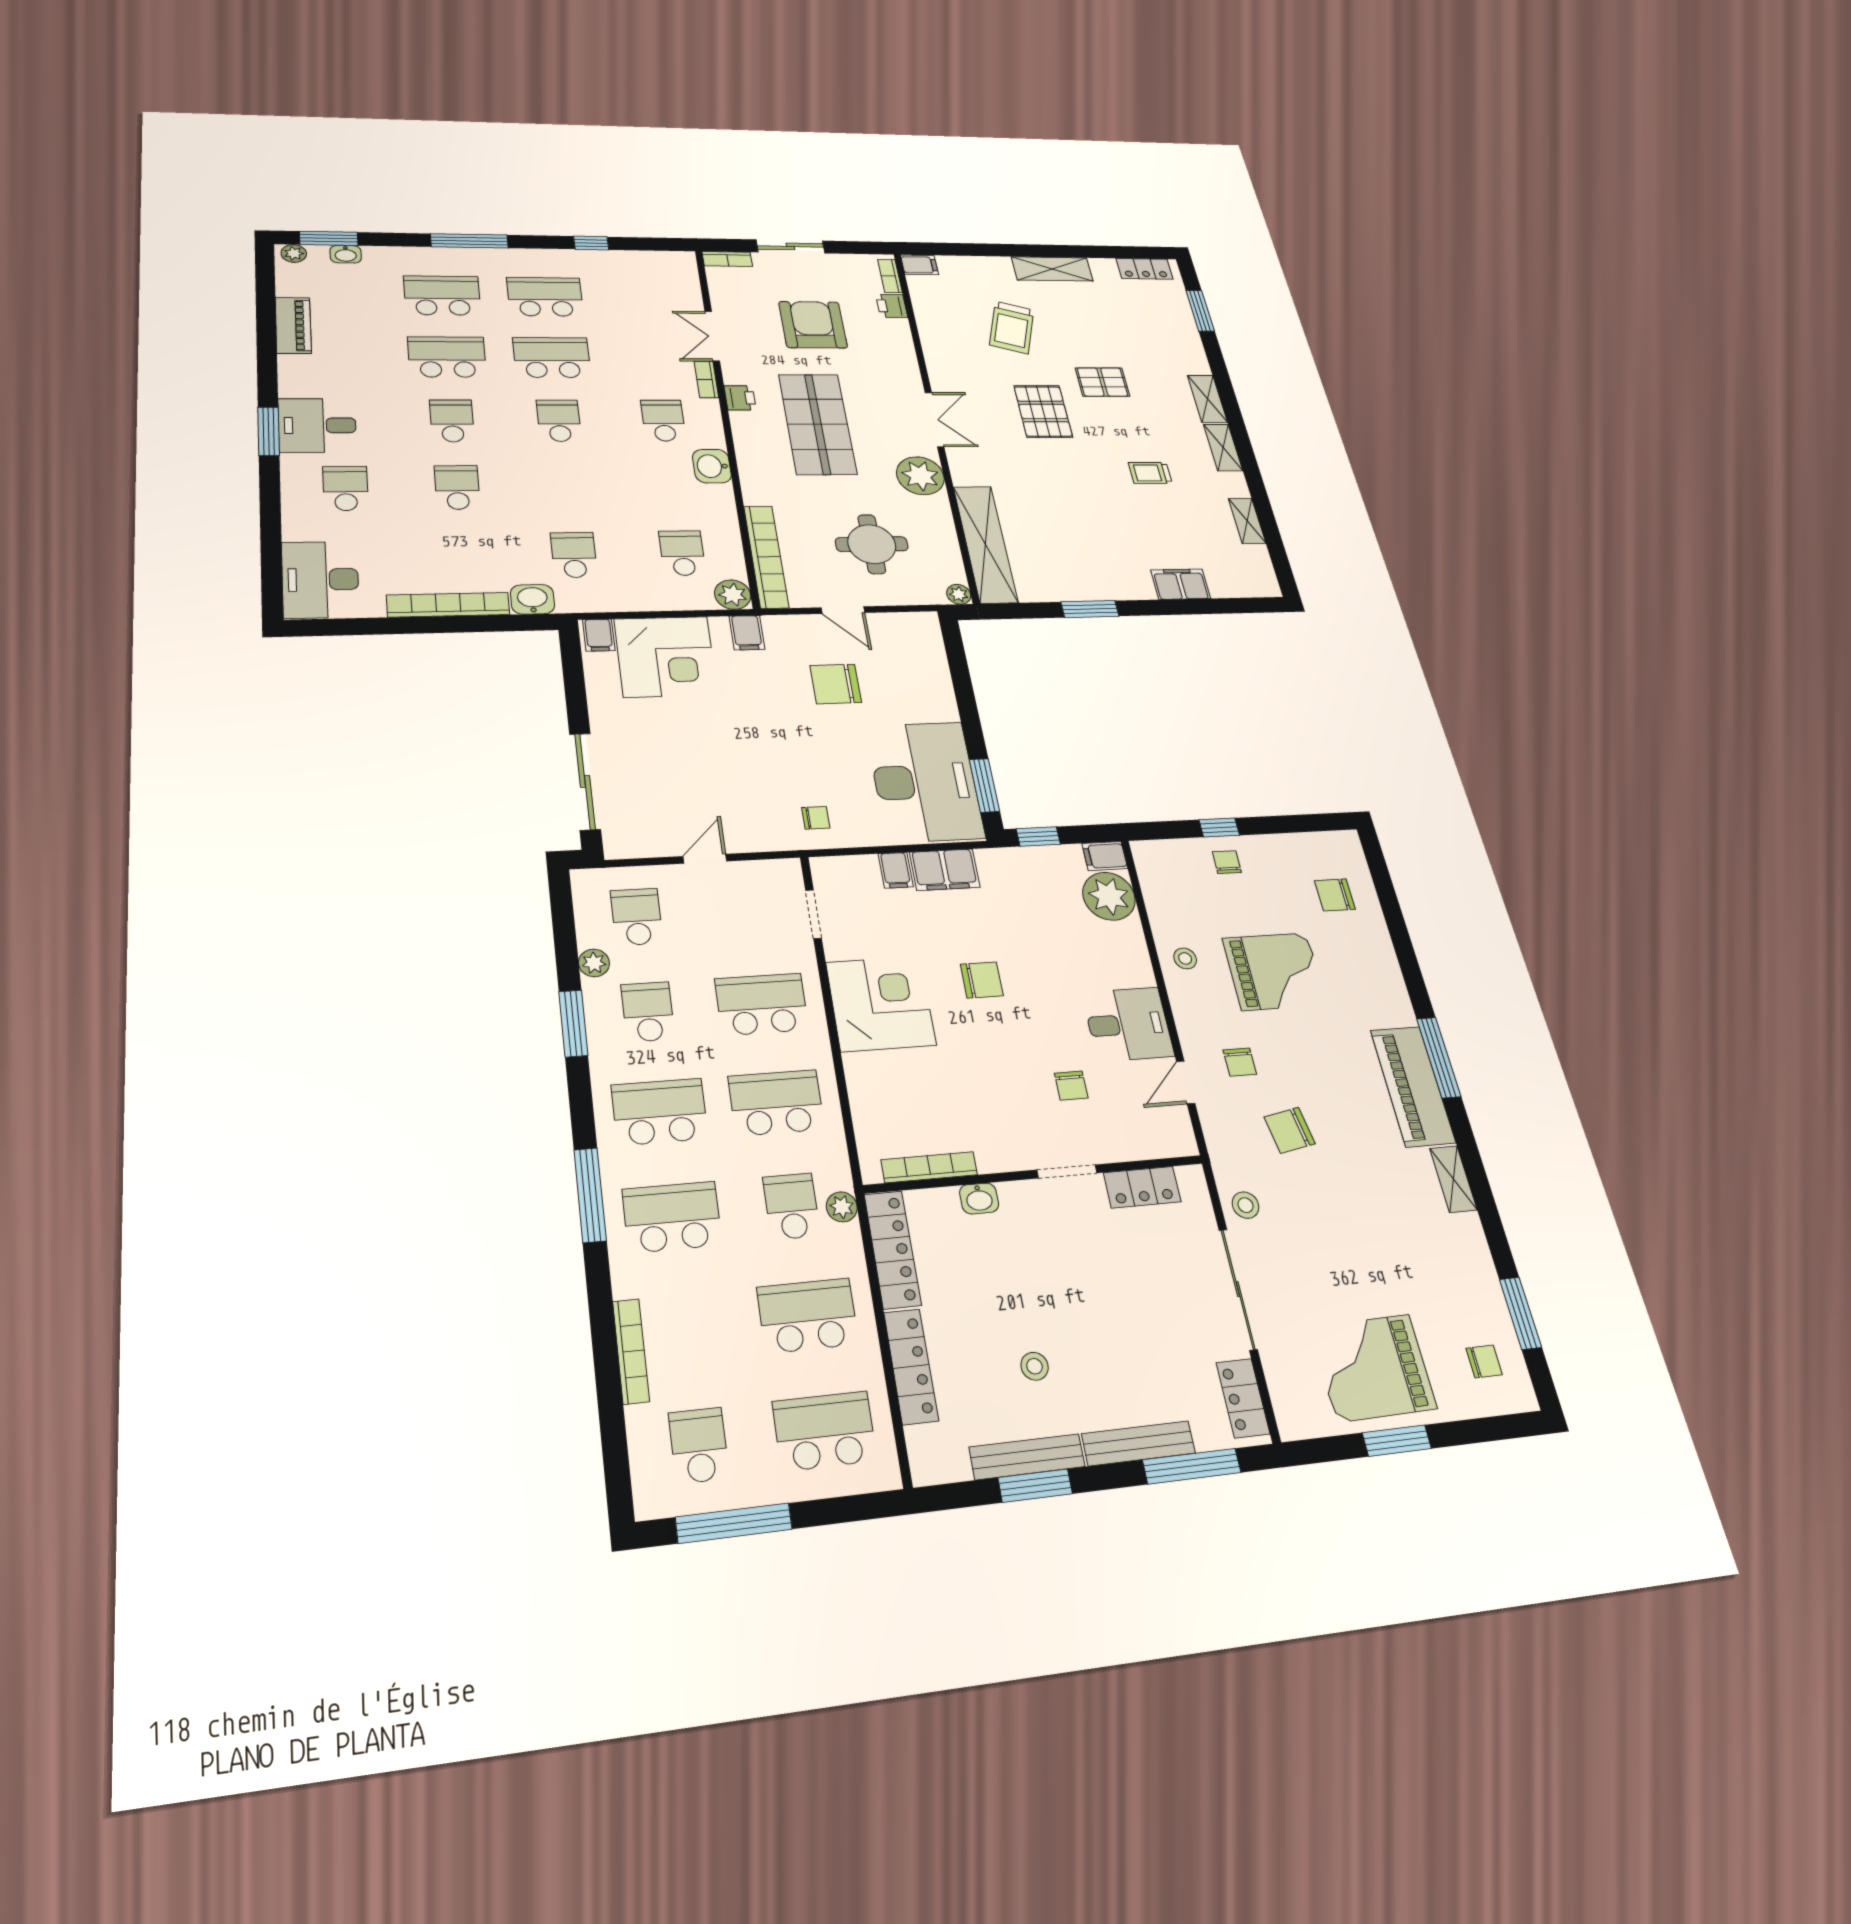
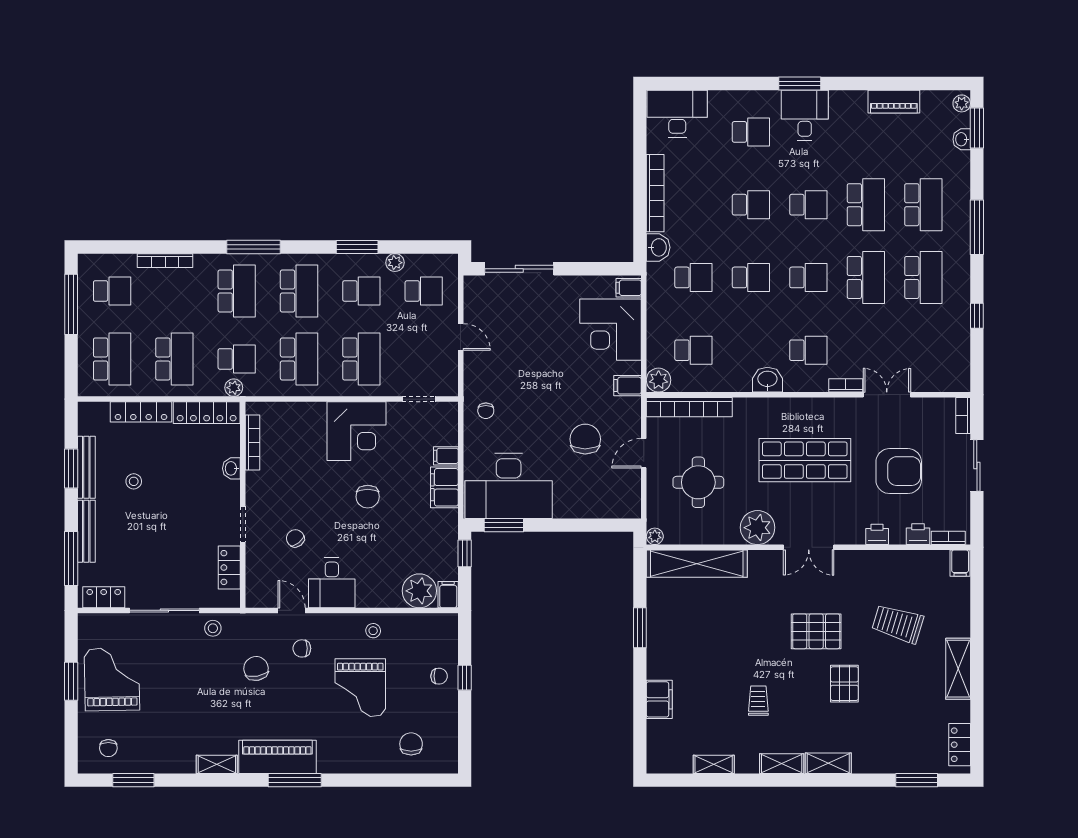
printer: (740, 398) -> (877, 534), moved, turned 180
school desk: (566, 486) -> (751, 277), added
chair: (1071, 1086) -> (295, 538), turned 51

